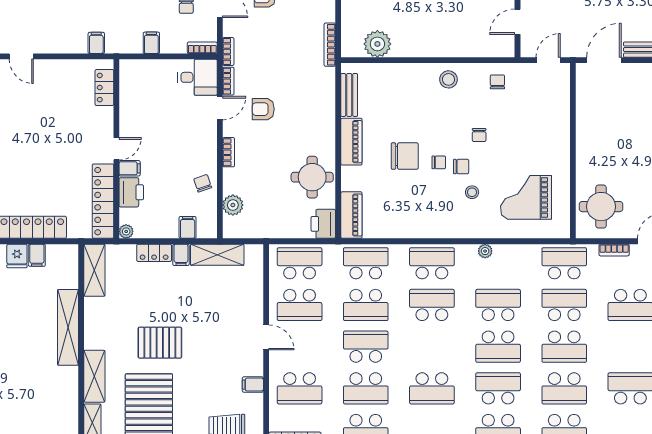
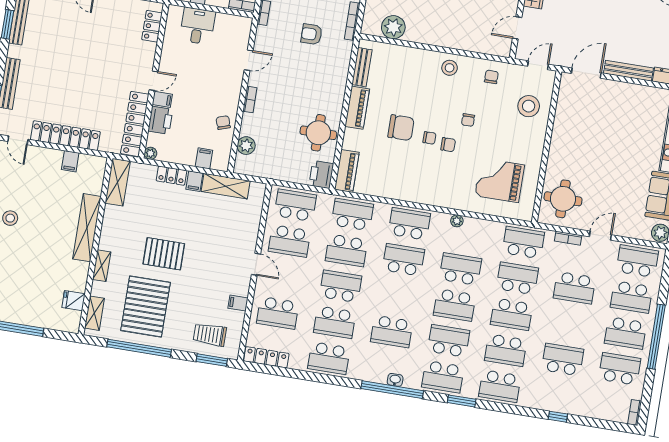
desk: (197, 77) -> (198, 26), moved, turned -90
bookcase: (228, 81) -> (260, 38), removed
armchair: (263, 109) -> (312, 34), moved
stool: (472, 192) -> (529, 106), moved, width x1.89, depth x1.89
fridge: (17, 256) -> (74, 301), moved, turned 90
shelving: (94, 376) -> (102, 266), width x0.67, depth x0.75

